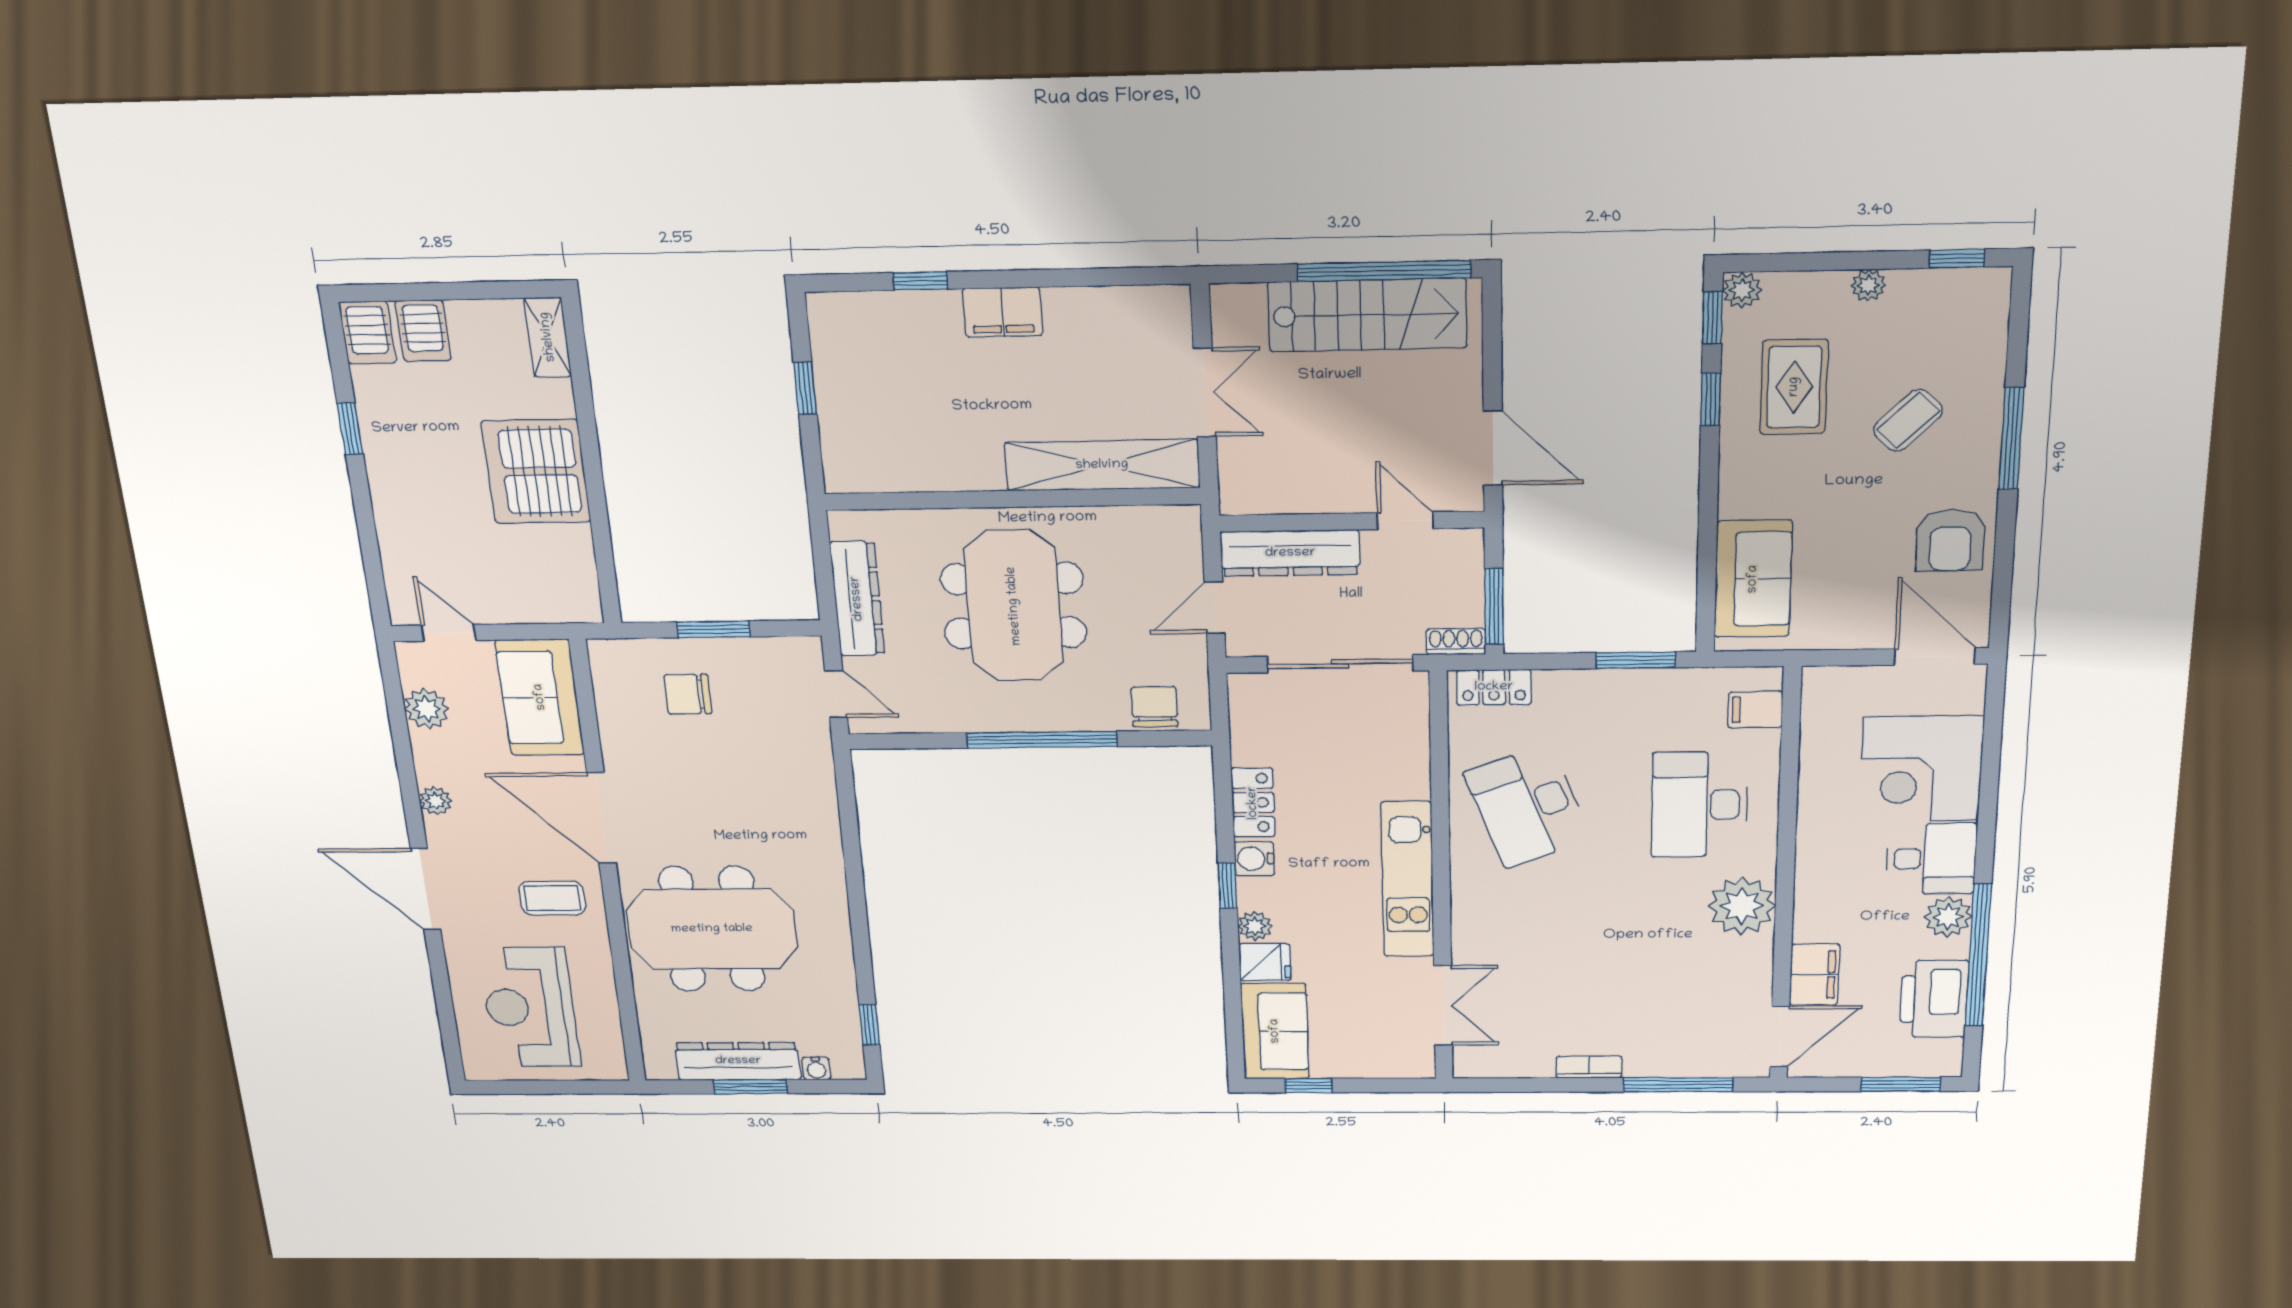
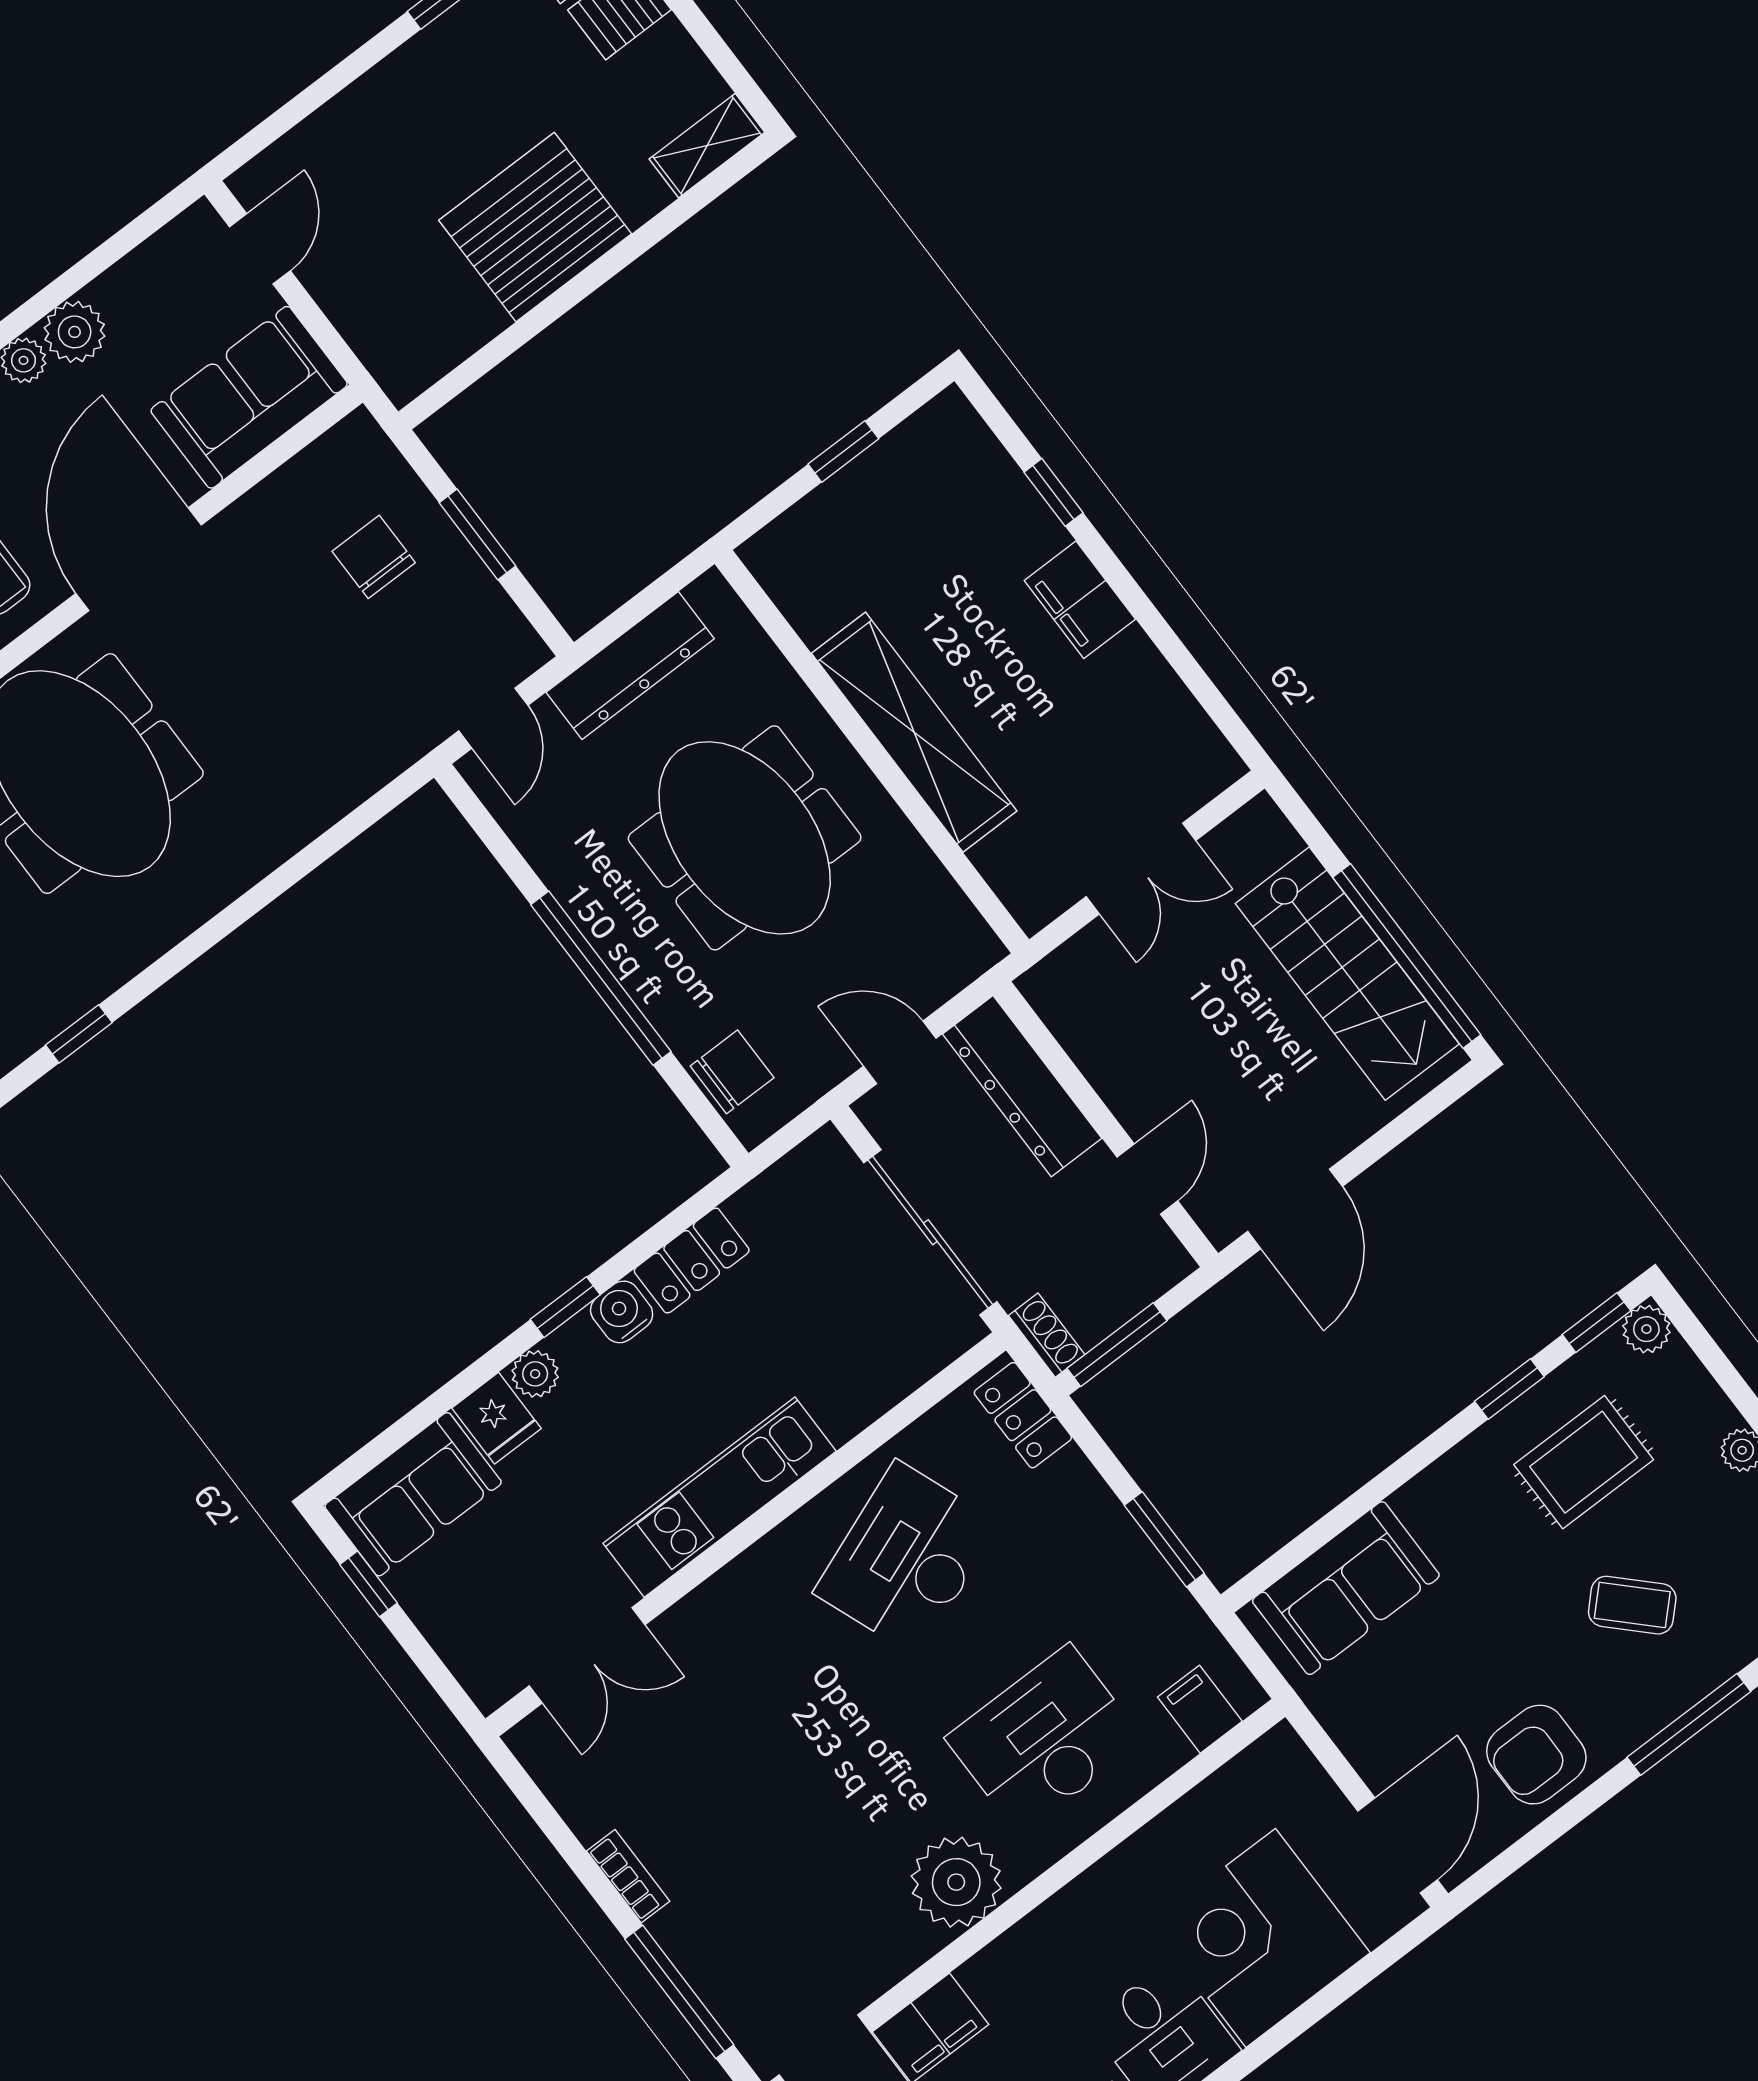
shelving: (1102, 465) -> (914, 732), moved
meeting table: (1014, 606) -> (745, 838), turned 90
plant: (427, 709) -> (75, 332), moved

